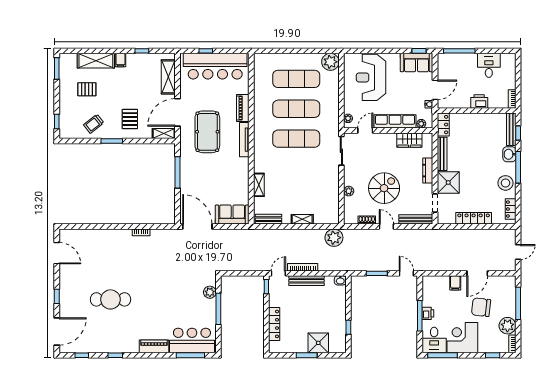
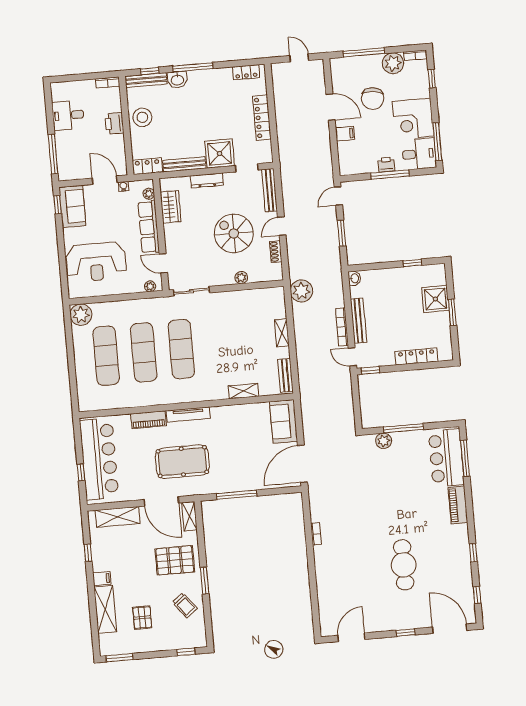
pallet: (130, 119) -> (175, 560), width x1.50, depth x1.42
stool: (505, 183) -> (142, 117), moved

